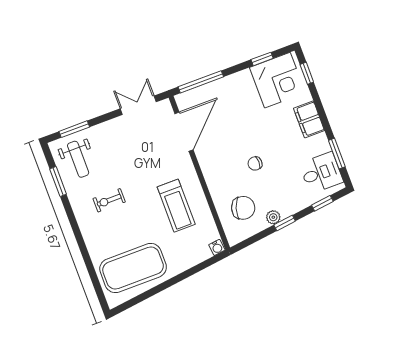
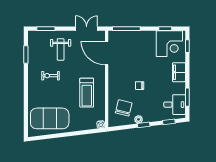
door: (184, 132) -> (107, 53), swing flipped
weight bench: (78, 159) -> (61, 49), moved
chair: (243, 208) -> (124, 108), turned -94

